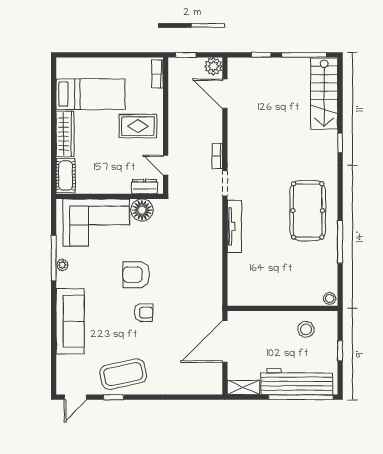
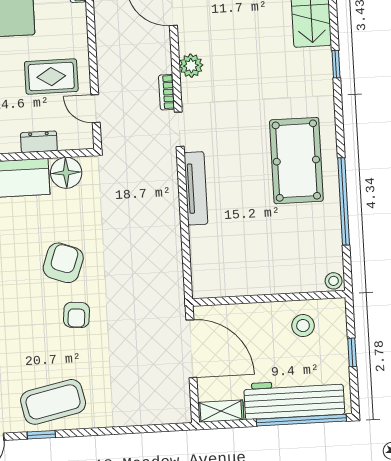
rug: (138, 126) -> (51, 77), moved
plant: (236, 138) -> (191, 66), added
dresser: (145, 187) -> (39, 142), moved
window: (340, 242) -> (344, 201), width x1.46
armchair: (136, 275) -> (63, 263), turned 110
armchair: (144, 313) -> (76, 315), turned 95
door: (225, 341) -> (191, 349), swing flipped

